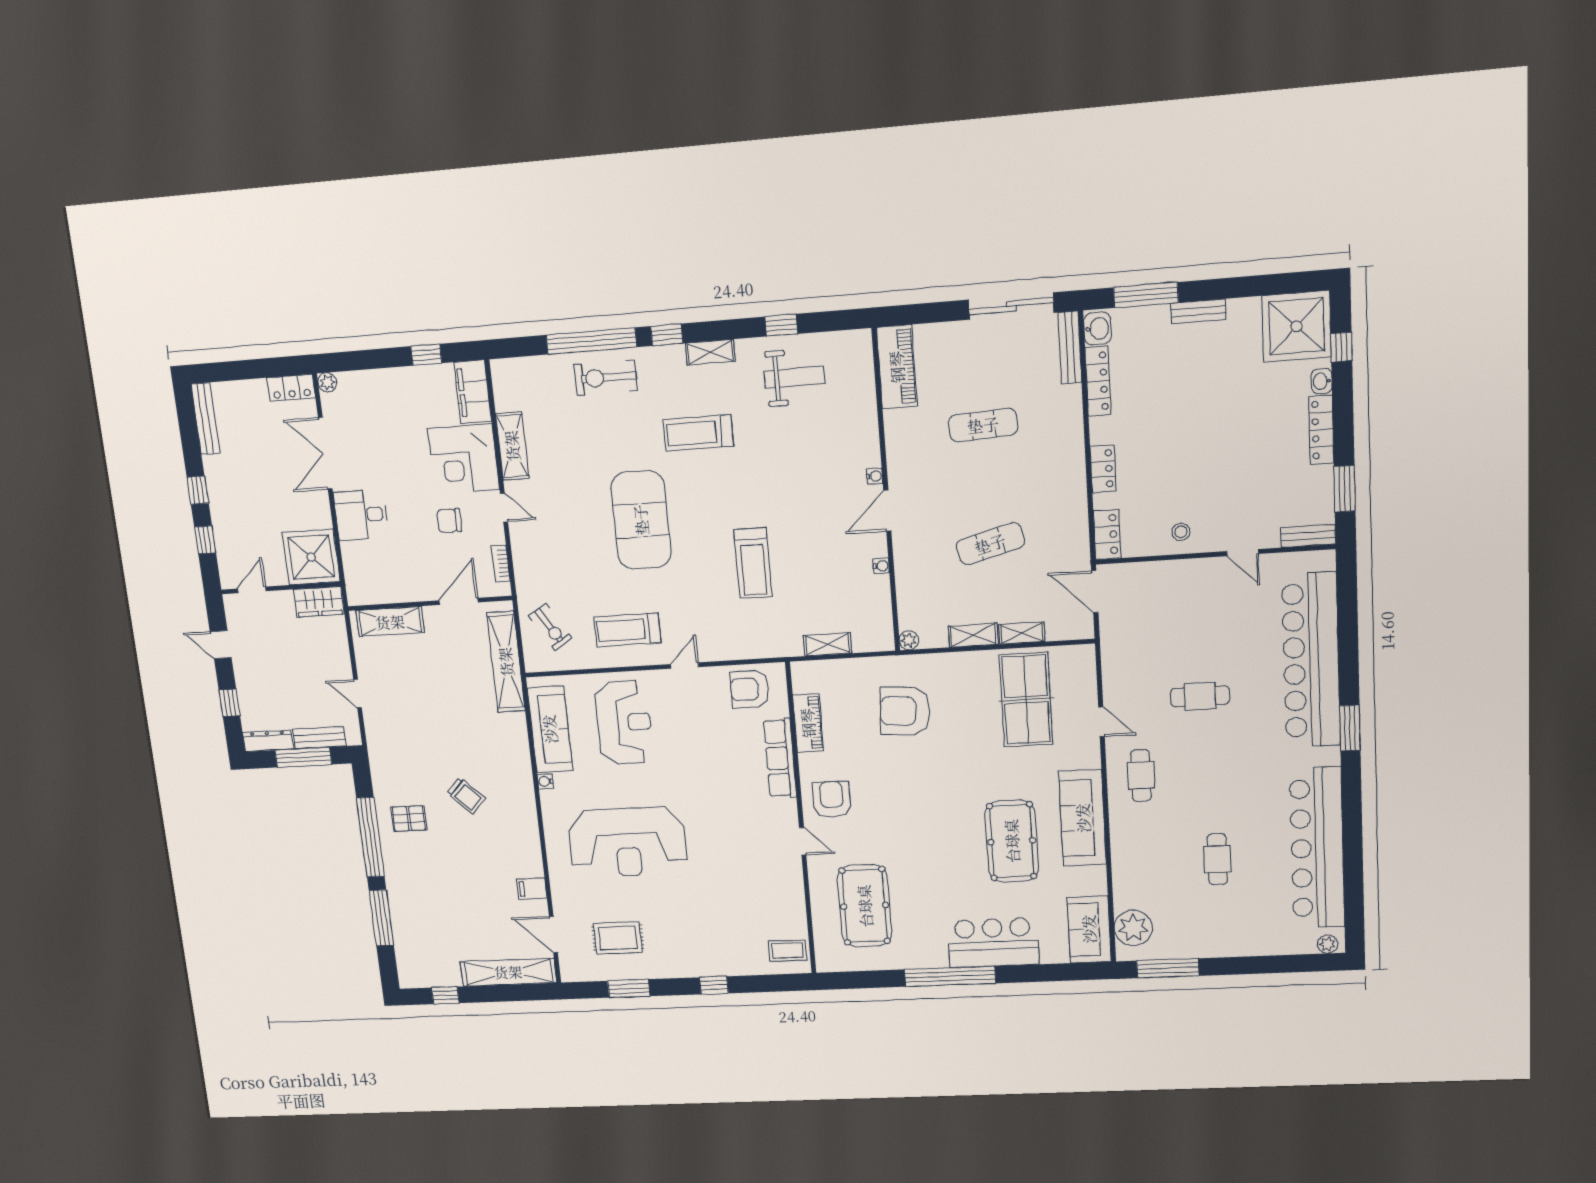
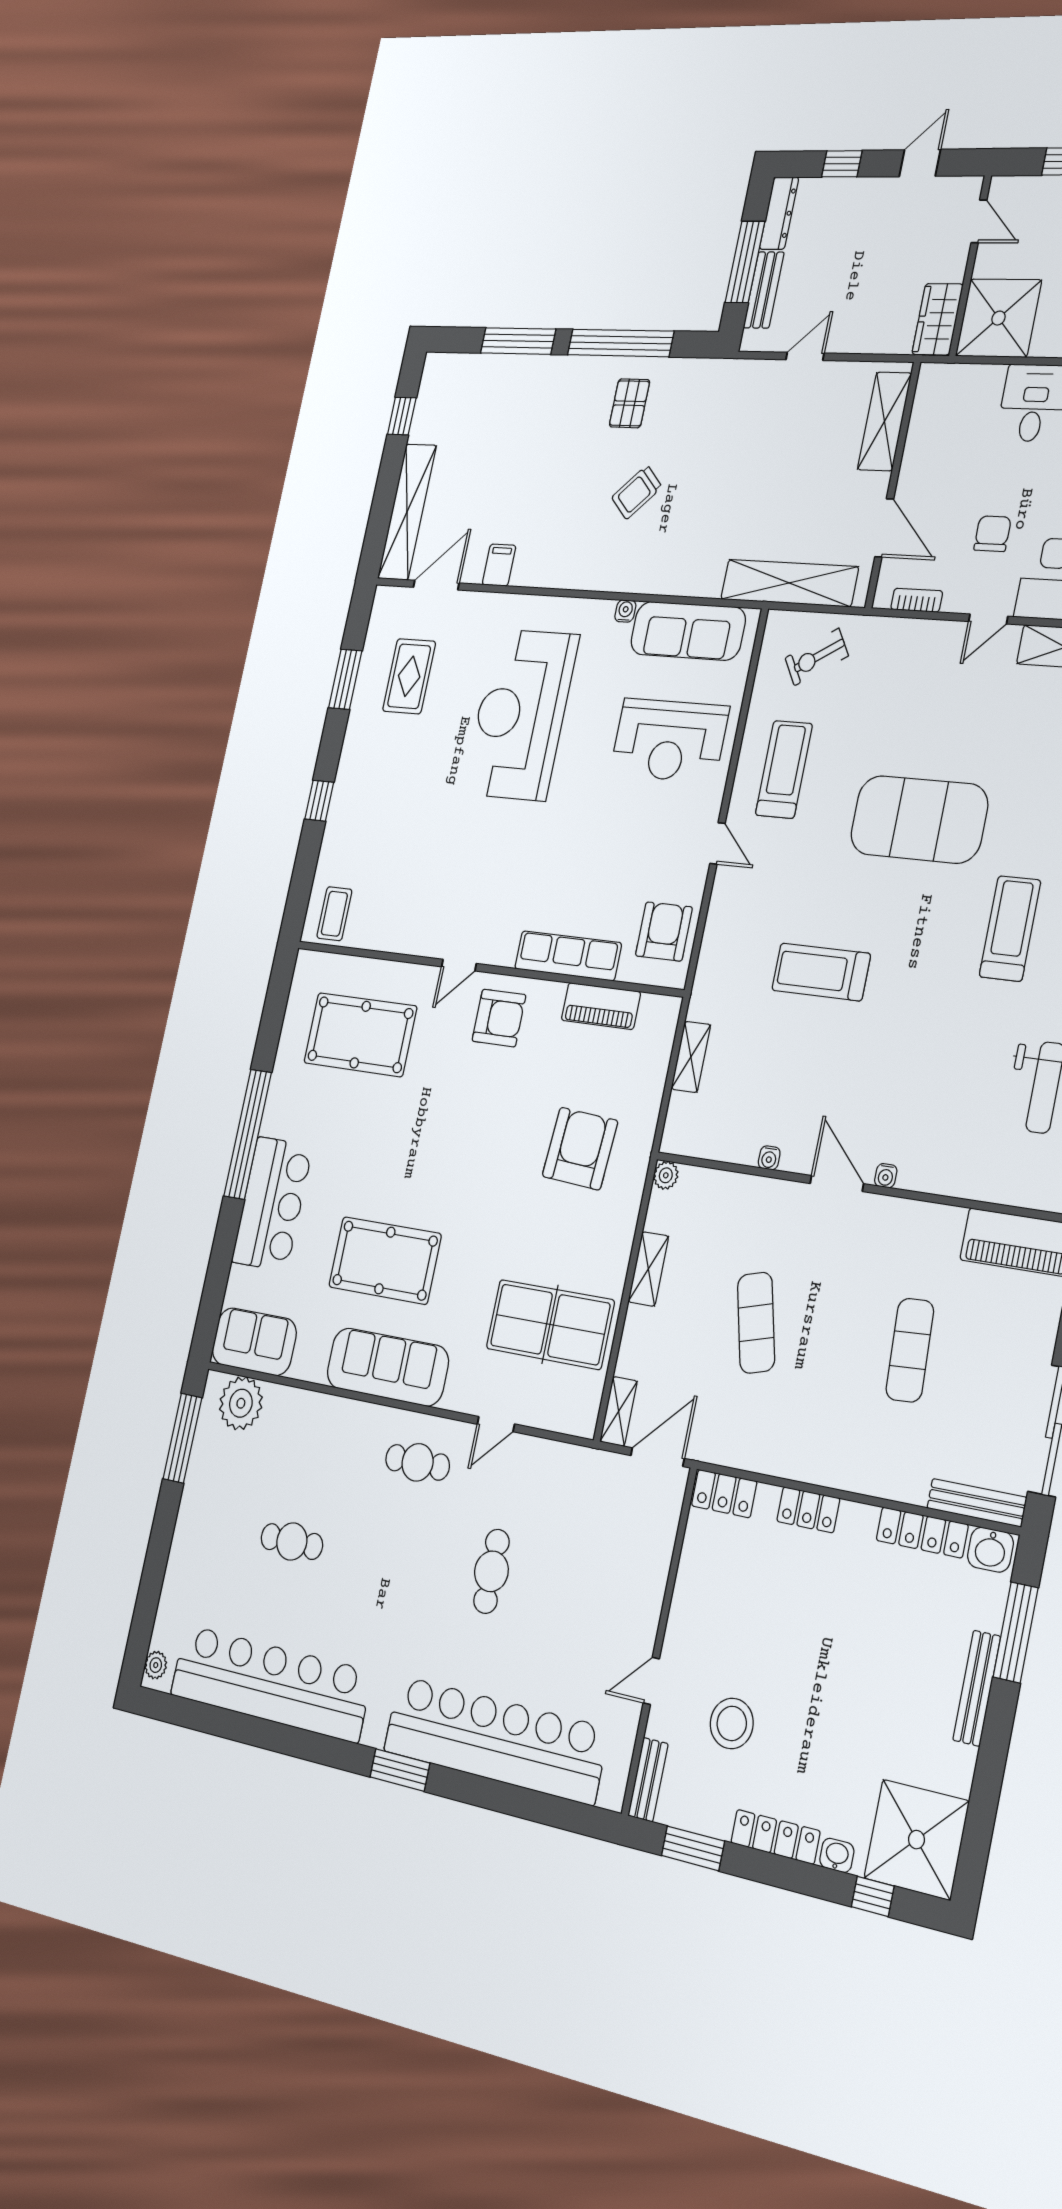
bench: (1198, 311) -> (977, 1688), width x1.36
stool: (1181, 532) -> (732, 1723), moved, width x1.89, depth x1.89
shelving: (1022, 633) -> (619, 1411), moved

